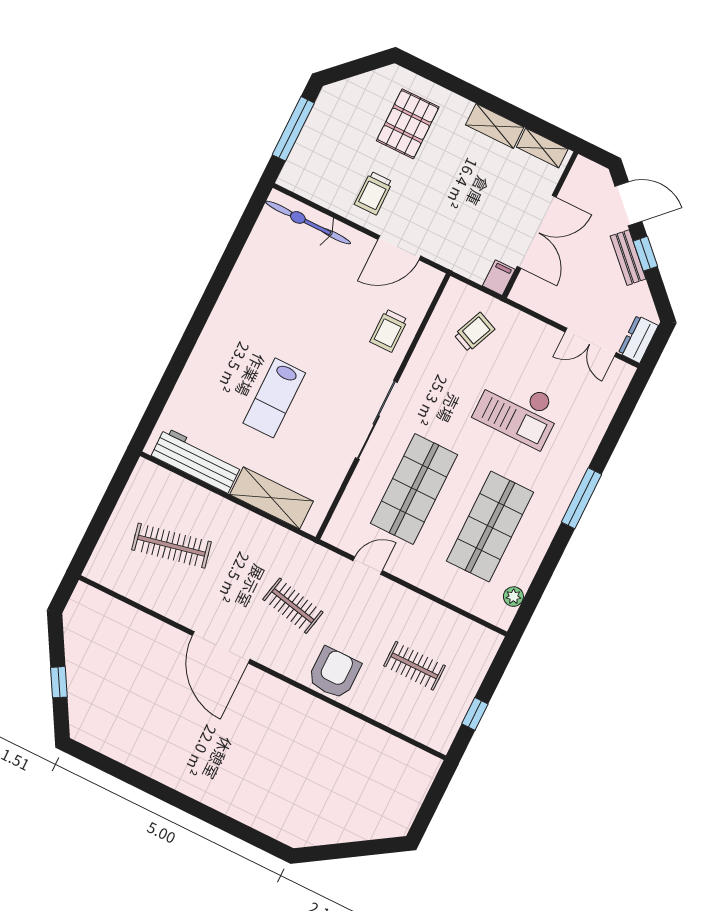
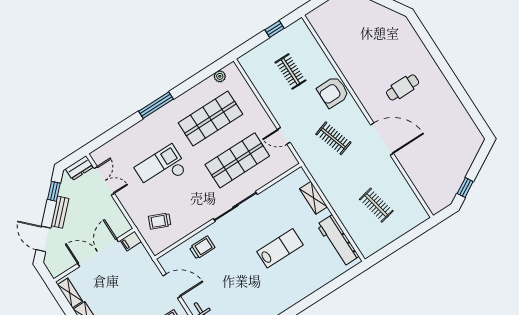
window: (645, 254) -> (54, 191), moved
checkout: (518, 410) -> (161, 169), turned -90
shelving: (272, 498) -> (313, 198), width x0.67, depth x0.75
clothes rail: (171, 546) -> (376, 205), width x0.73
clothes rail: (293, 606) -> (333, 138), turned -30
door: (221, 647) -> (382, 139), hinge flipped
window: (59, 682) -> (465, 188), moved
cafe table: (236, 741) -> (403, 87), added

